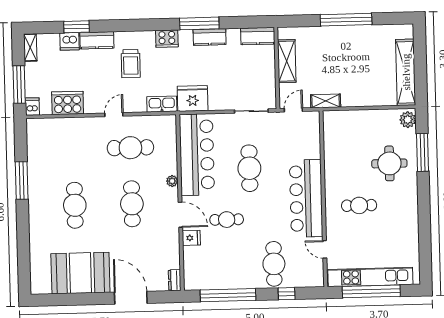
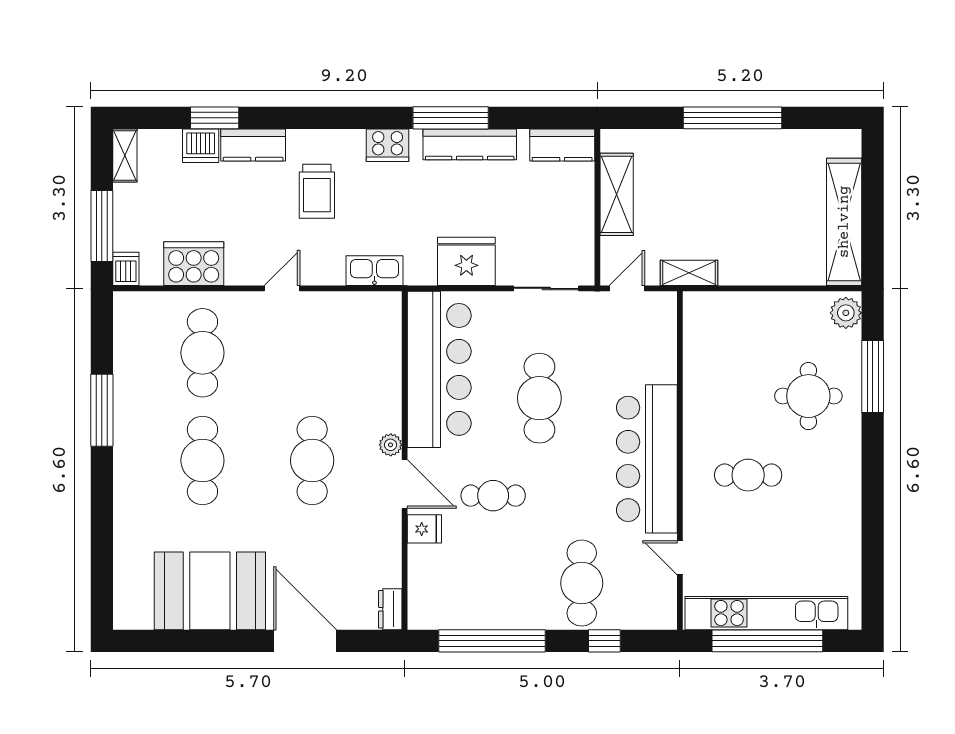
kitchen counter: (210, 37) -> (470, 144), width x1.50
fridge: (193, 98) -> (466, 261), moved
cafe table: (130, 148) -> (202, 353), moved, turned 90
plant: (172, 181) -> (391, 445), moved

